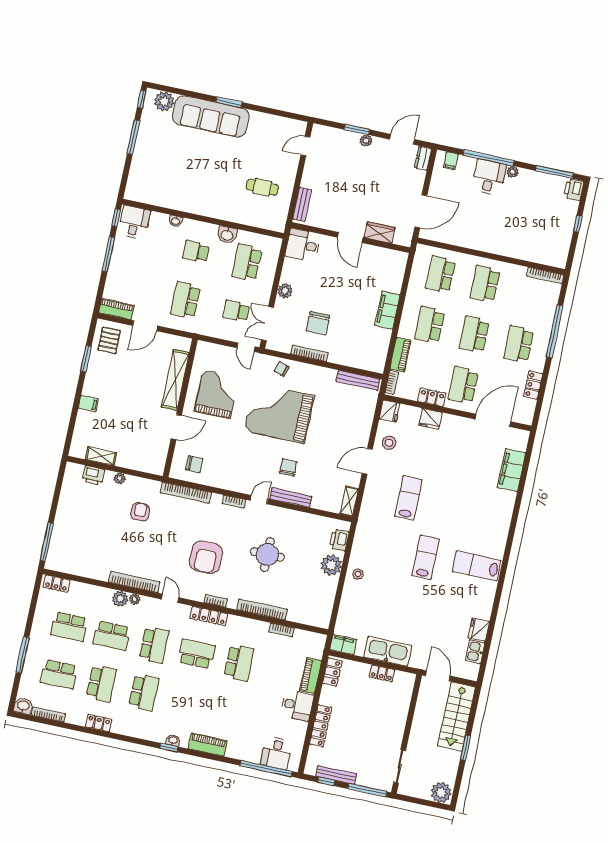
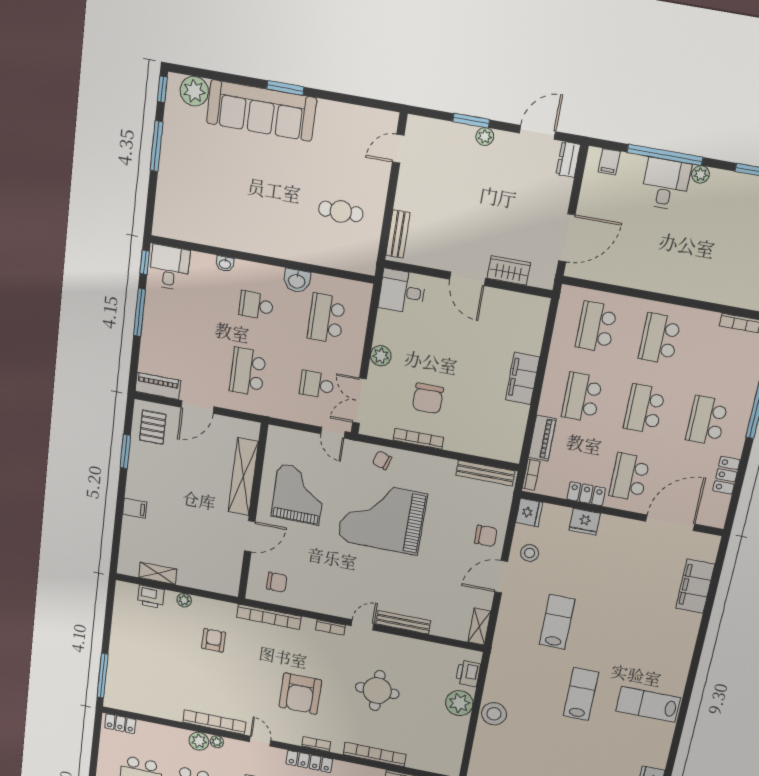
chair: (288, 468) -> (486, 536), moved, turned 90
stool: (358, 574) -> (494, 714), width x1.89, depth x1.89

